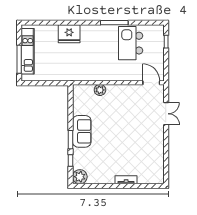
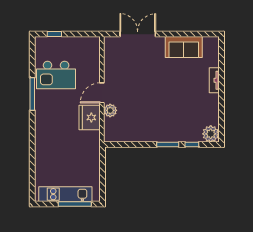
fridge: (69, 34) -> (90, 117), moved, turned 180
door: (151, 83) -> (102, 93), moved
double door: (166, 114) -> (138, 34), width x1.37
sofa: (82, 131) -> (184, 47), moved, turned 180

